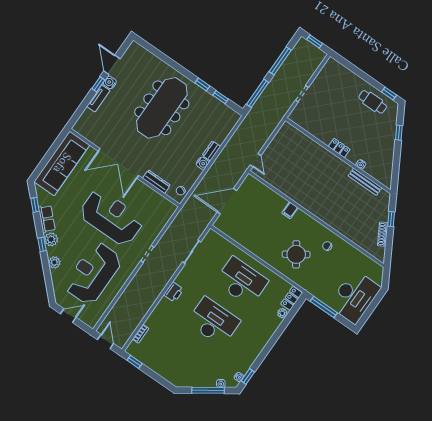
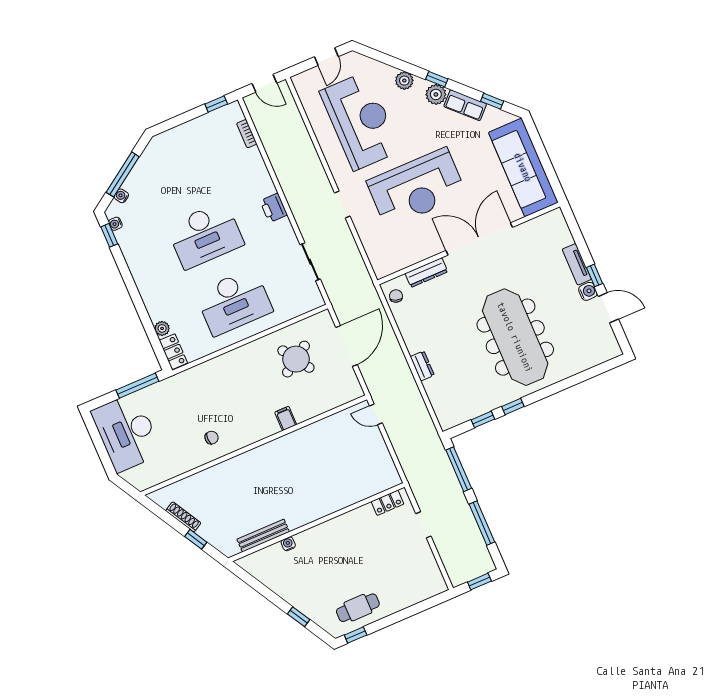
locker: (339, 148) -> (387, 503), moved
water cooler: (202, 163) -> (414, 345), removed
round table: (296, 254) -> (296, 359), moved

